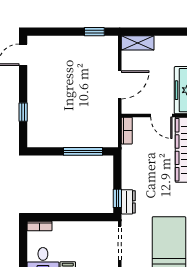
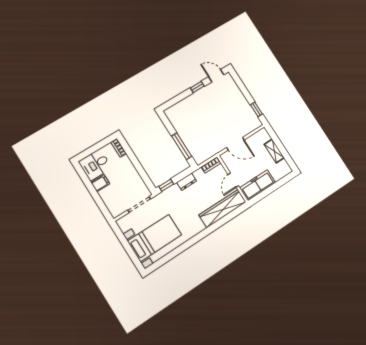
shelving: (138, 43) -> (274, 151), moved
window: (23, 112) -> (197, 87), moved
dresser: (128, 202) -> (187, 182), moved

